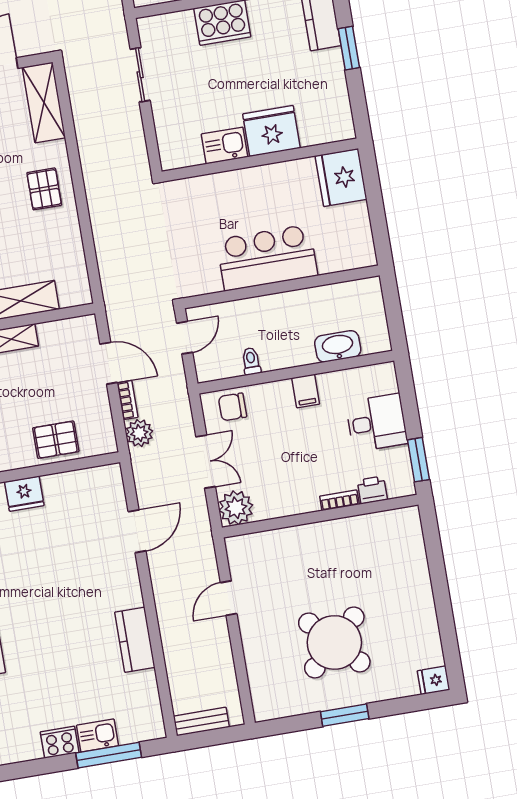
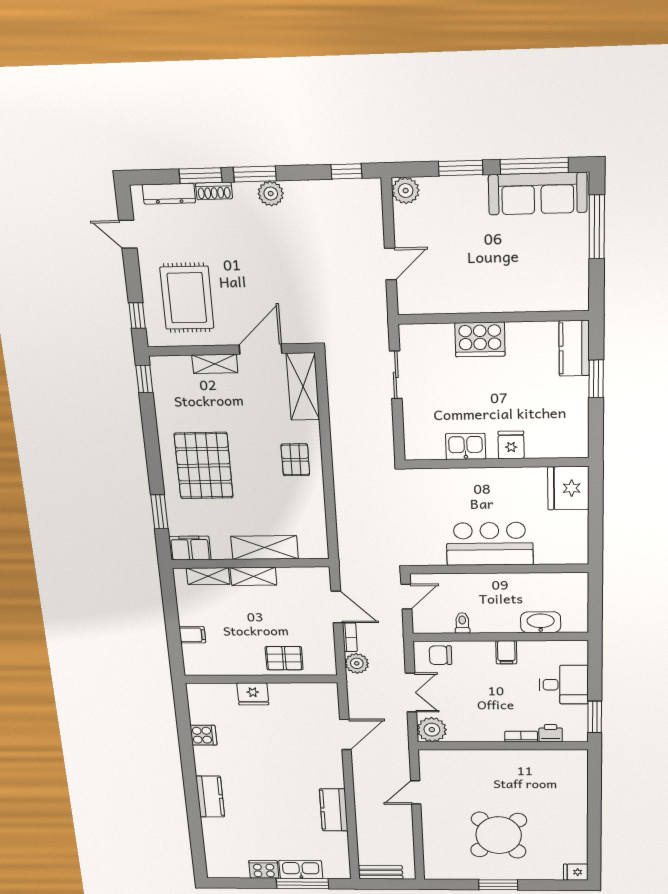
fridge: (271, 131) -> (511, 445), width x0.53, depth x0.75
kitchen sink: (97, 736) -> (301, 869), width x1.38

